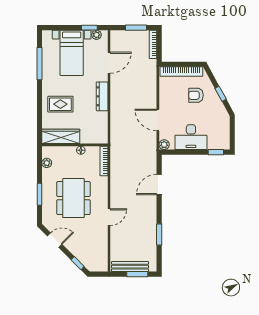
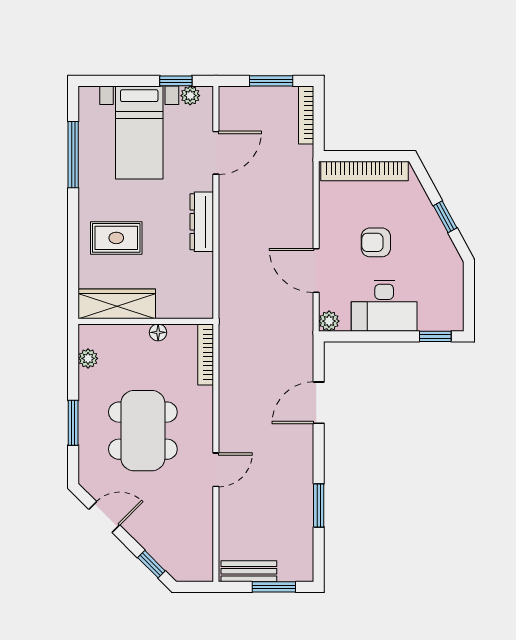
armchair: (196, 95) -> (376, 242), moved
bench: (130, 267) -> (249, 571), width x0.73

